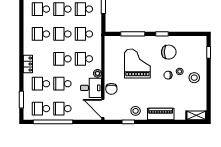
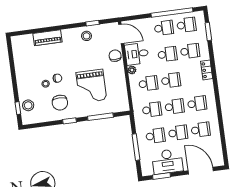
chair: (169, 52) -> (60, 103), turned -90
stool: (194, 78) -> (28, 105), moved
piano: (161, 114) -> (47, 38), moved
shelving: (196, 115) -> (22, 40), removed

